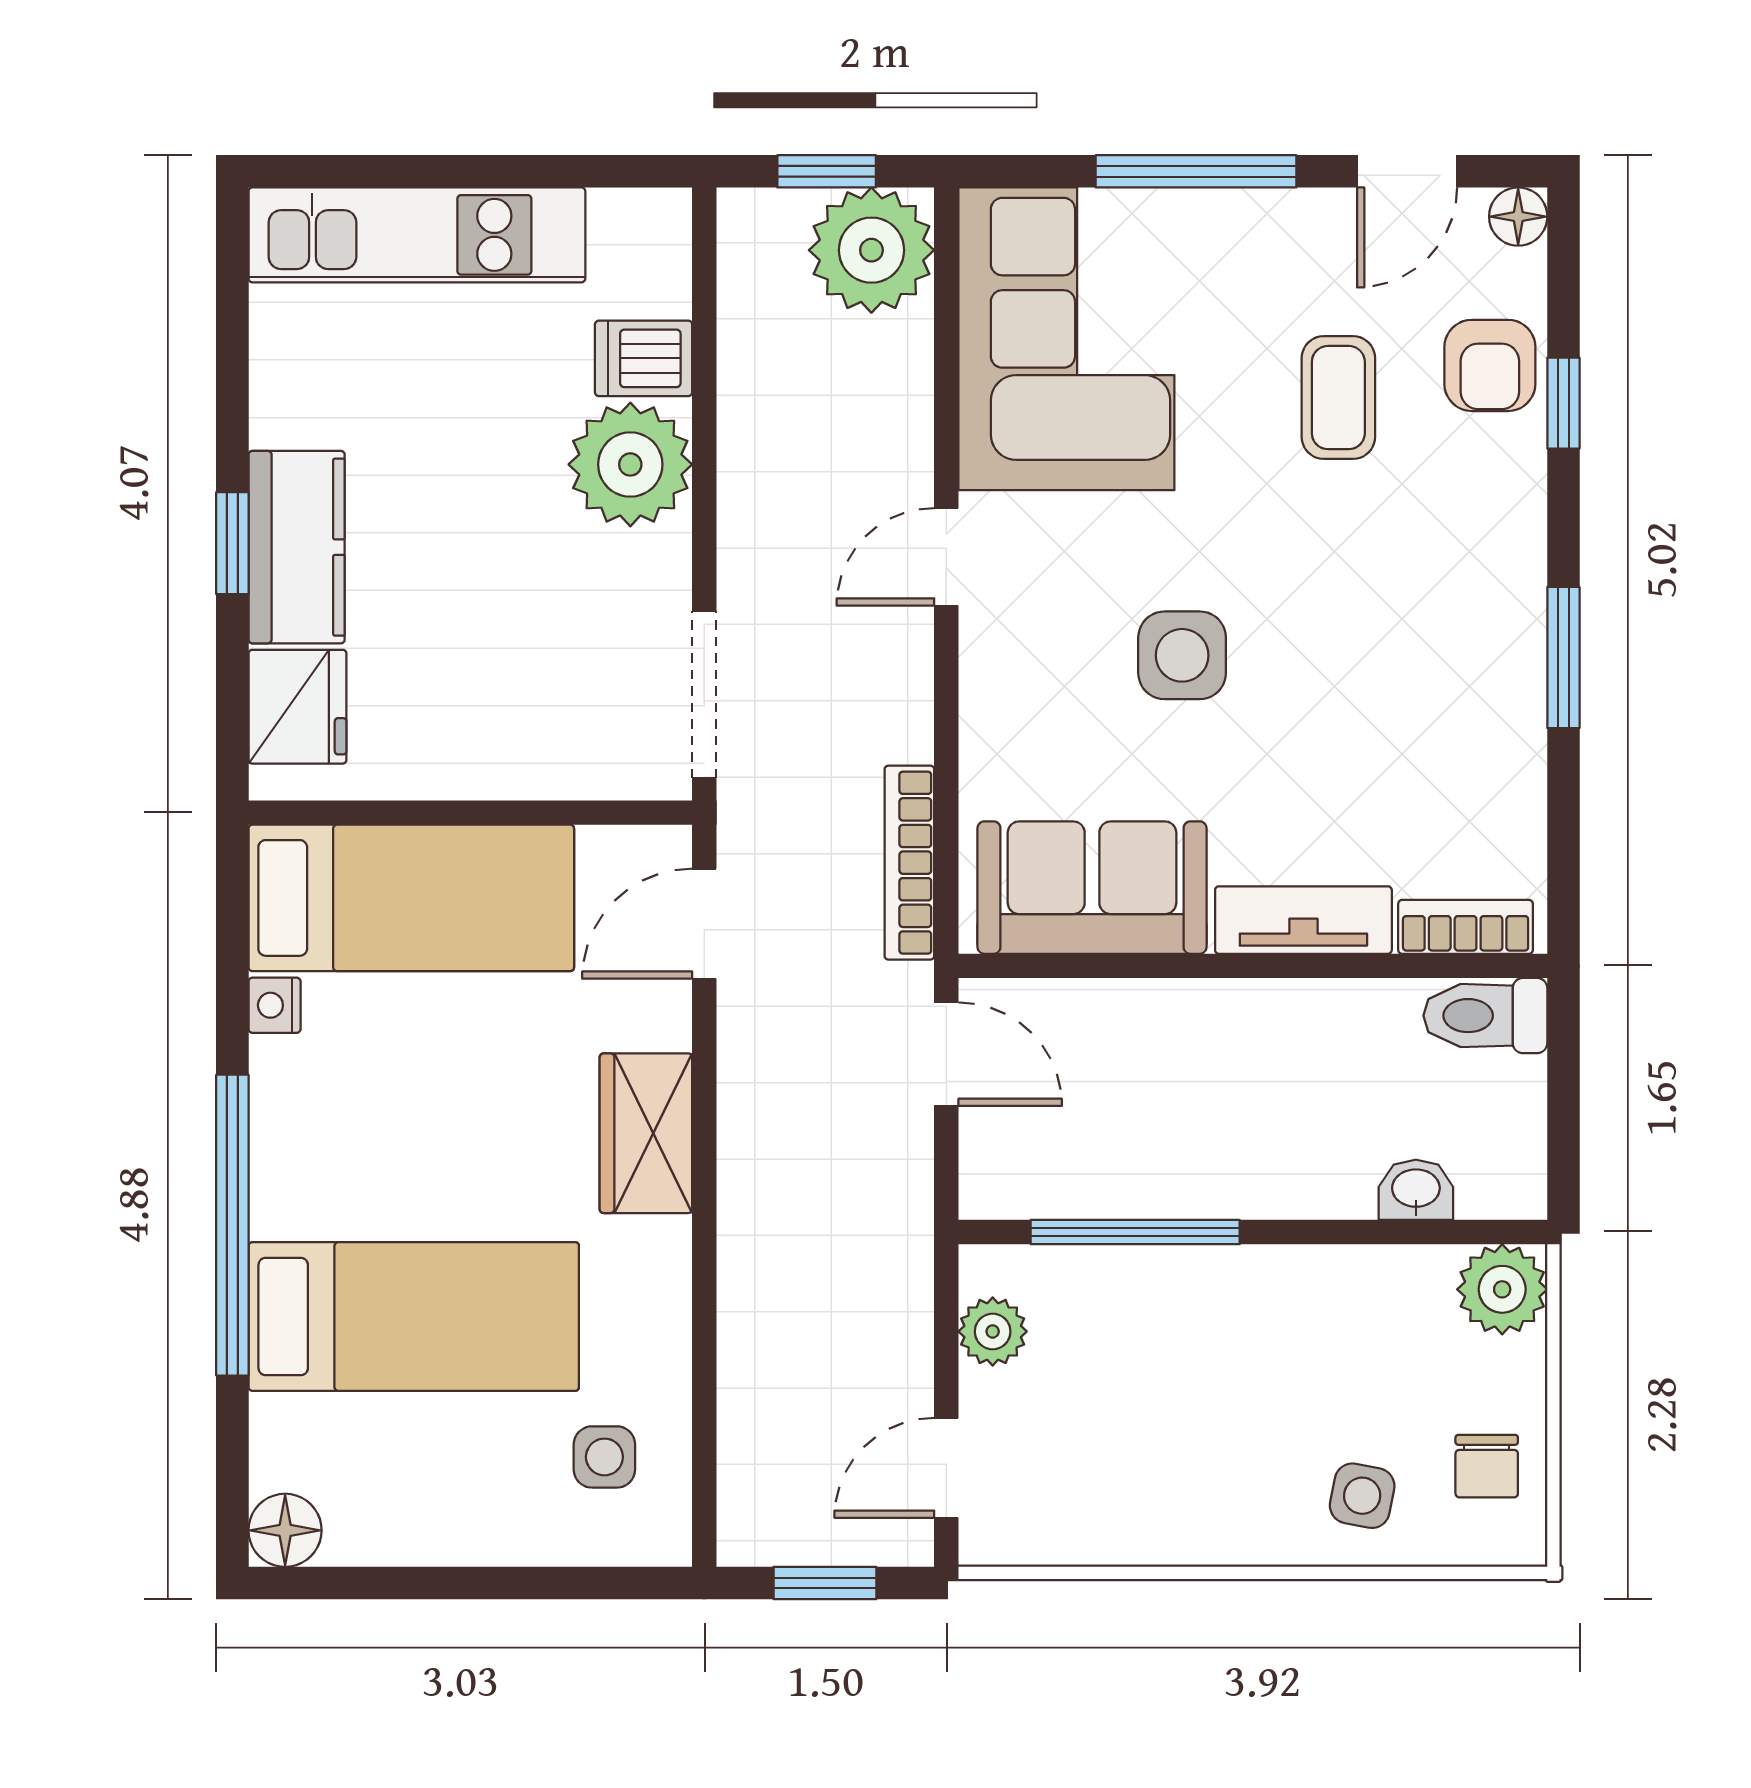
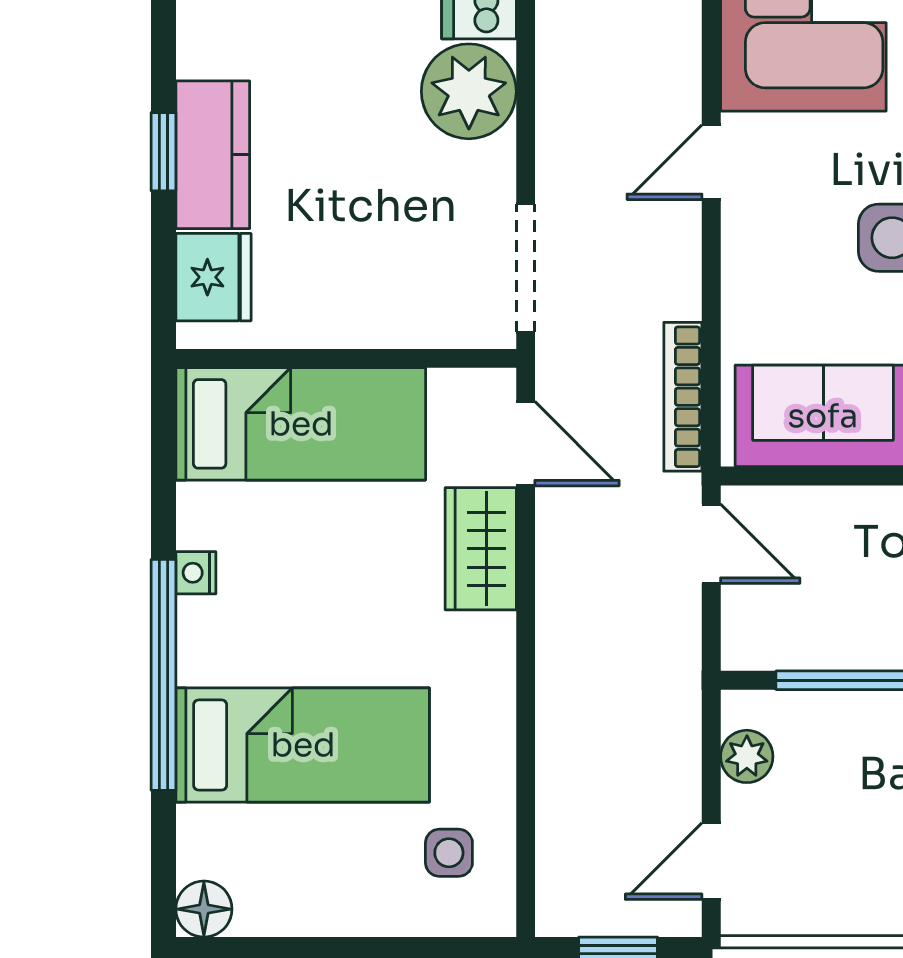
door: (704, 924) -> (526, 444), swing flipped
nightstand: (275, 1005) -> (196, 573), moved
wardrobe: (646, 1133) -> (481, 549), moved

